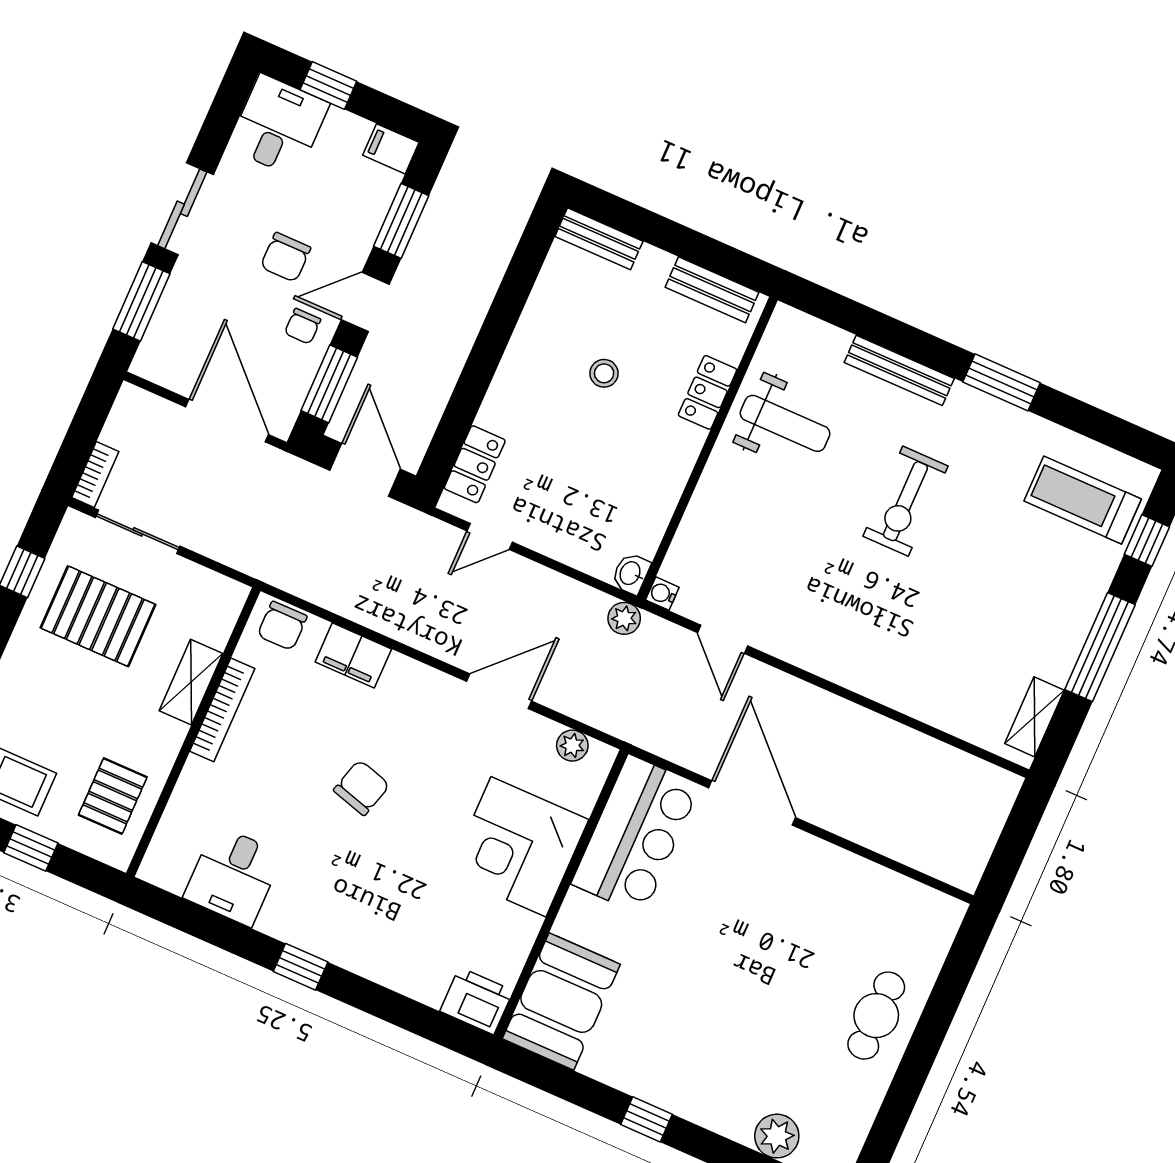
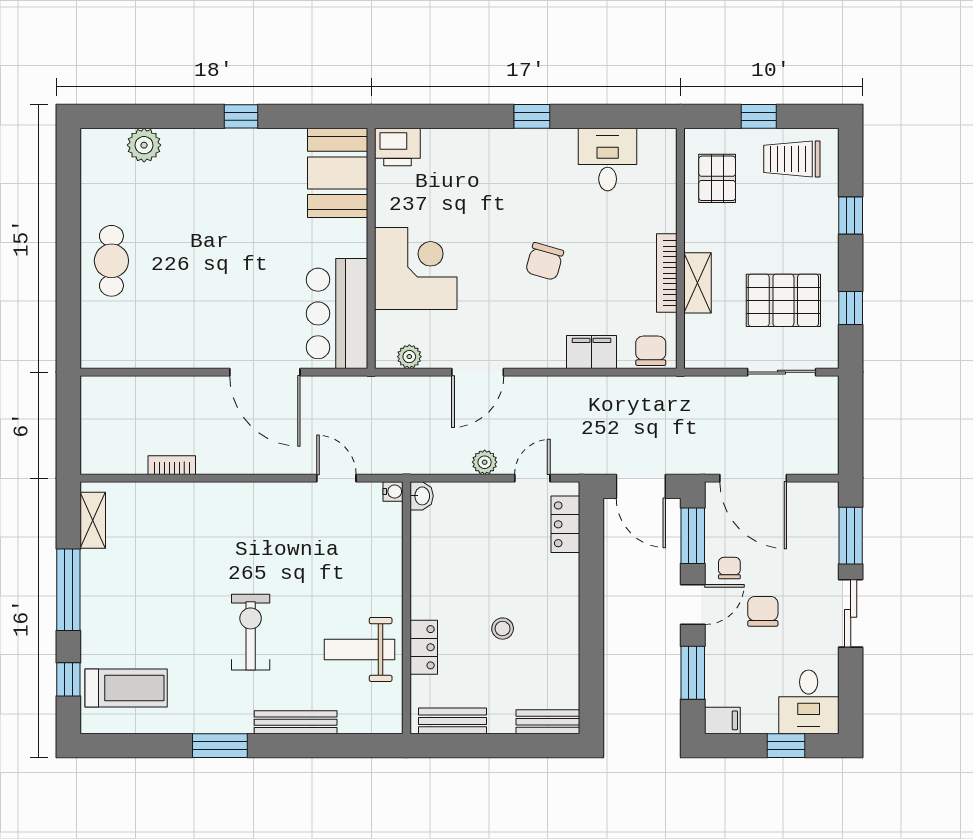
bookcase: (95, 474) -> (172, 465), moved, turned 90
plant: (624, 618) -> (485, 462), moved

